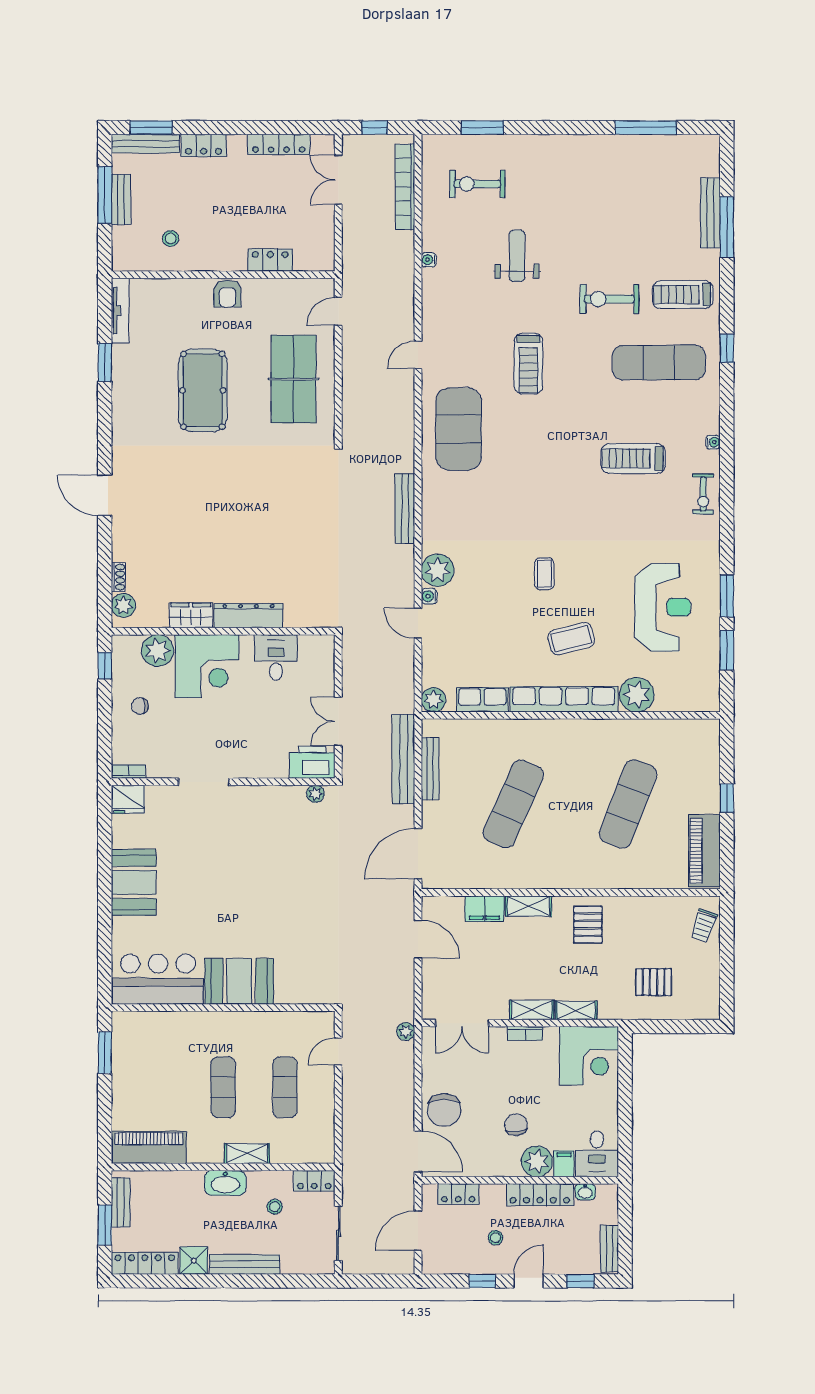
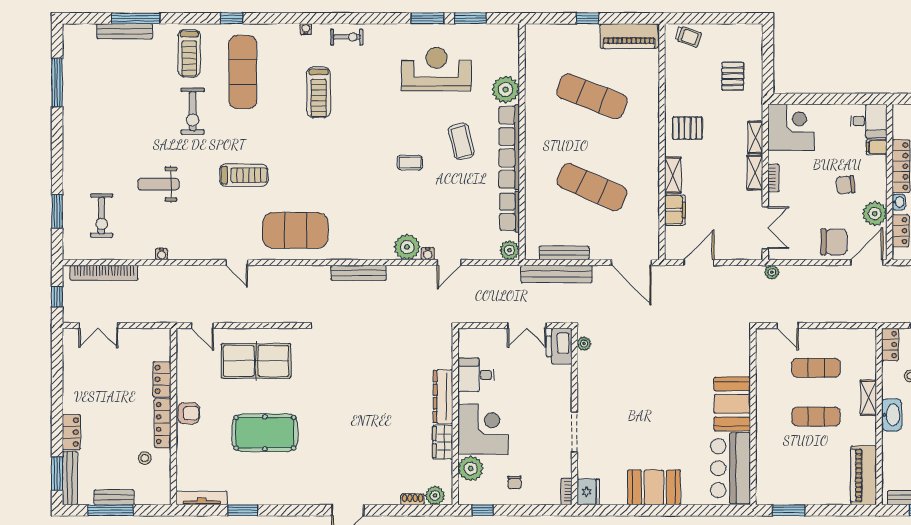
locker: (279, 144) -> (163, 423), moved, turned 180
plant: (537, 1161) -> (875, 214), moved
washbasin: (585, 1192) -> (899, 202), moved

